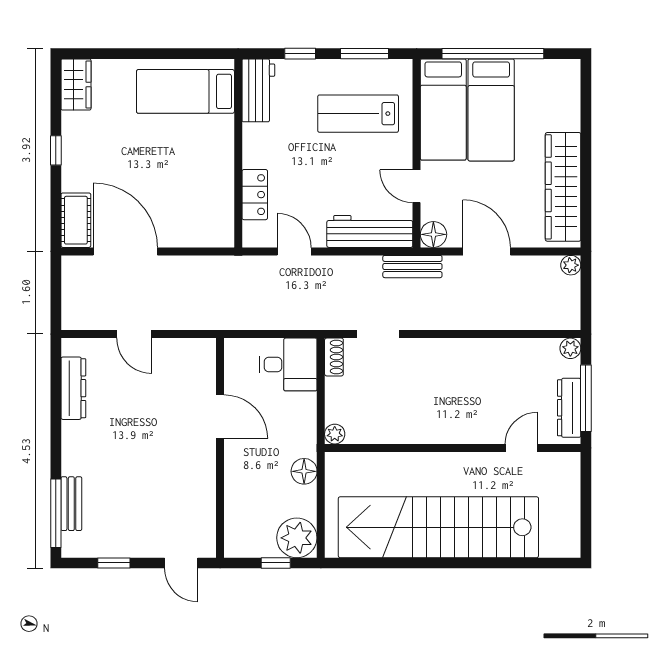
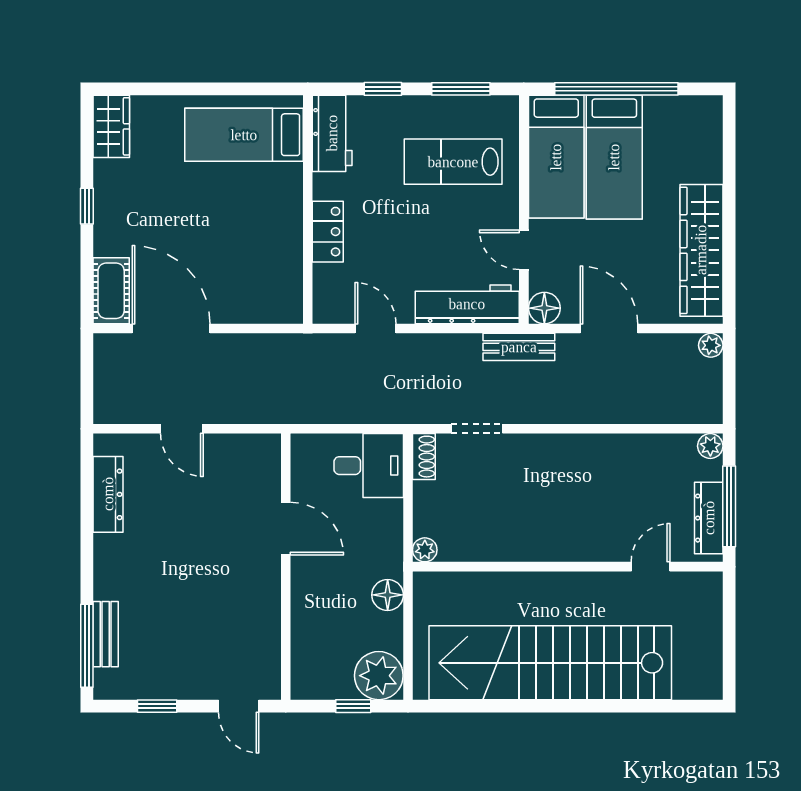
locker: (255, 195) -> (328, 232), moved

